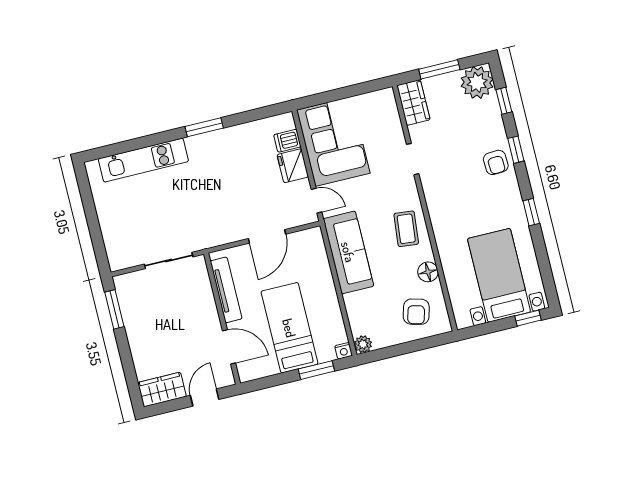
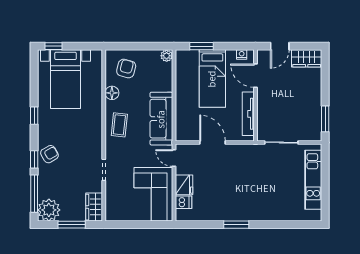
window: (504, 101) -> (34, 194), width x2.17
kitchen unit: (143, 160) -> (313, 180), moved, turned -90
armchair: (496, 162) -> (49, 154), turned 63
door: (267, 236) -> (212, 142), hinge flipped
nightstand: (344, 351) -> (242, 55), moved

